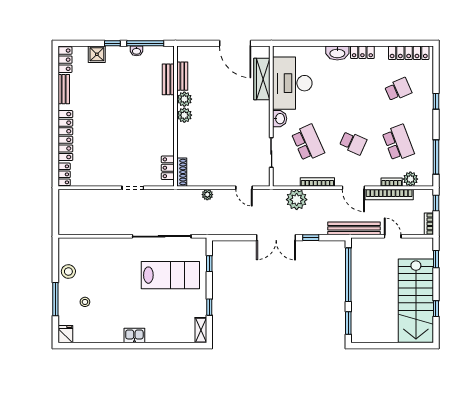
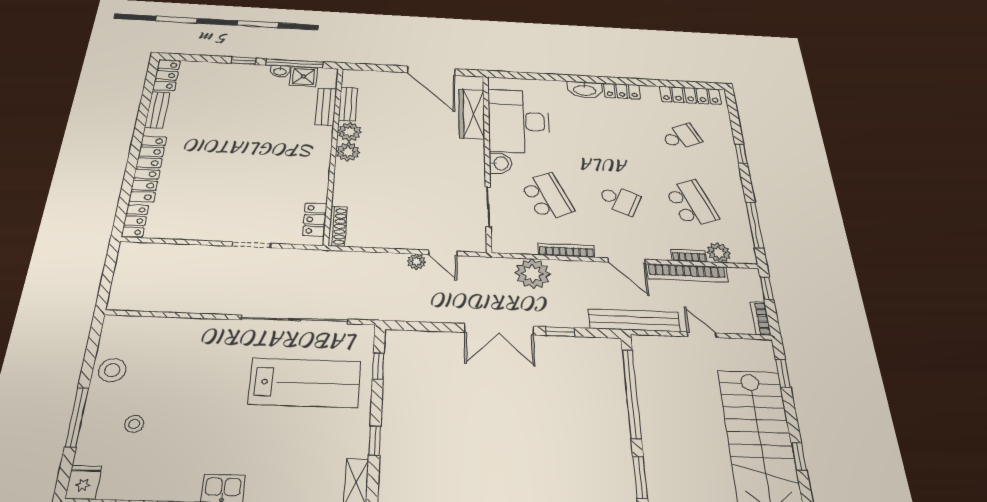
shower: (97, 54) -> (304, 76), moved
plant: (207, 195) -> (417, 262), moved

